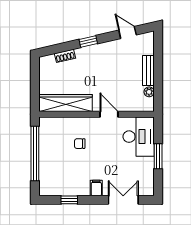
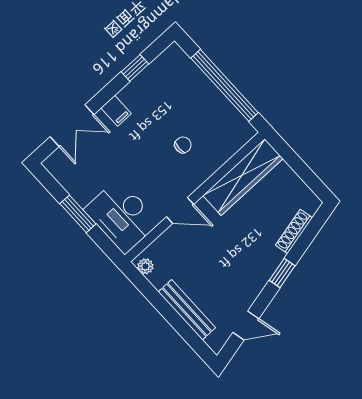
shoe rack: (65, 56) -> (294, 231), width x1.43
bench: (148, 71) -> (187, 310), width x1.36
plant: (149, 92) -> (145, 266), moved

